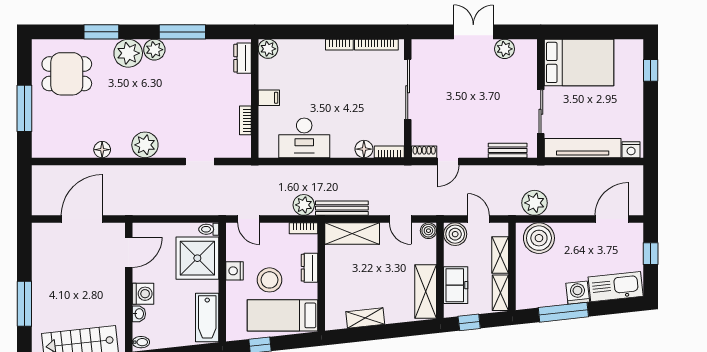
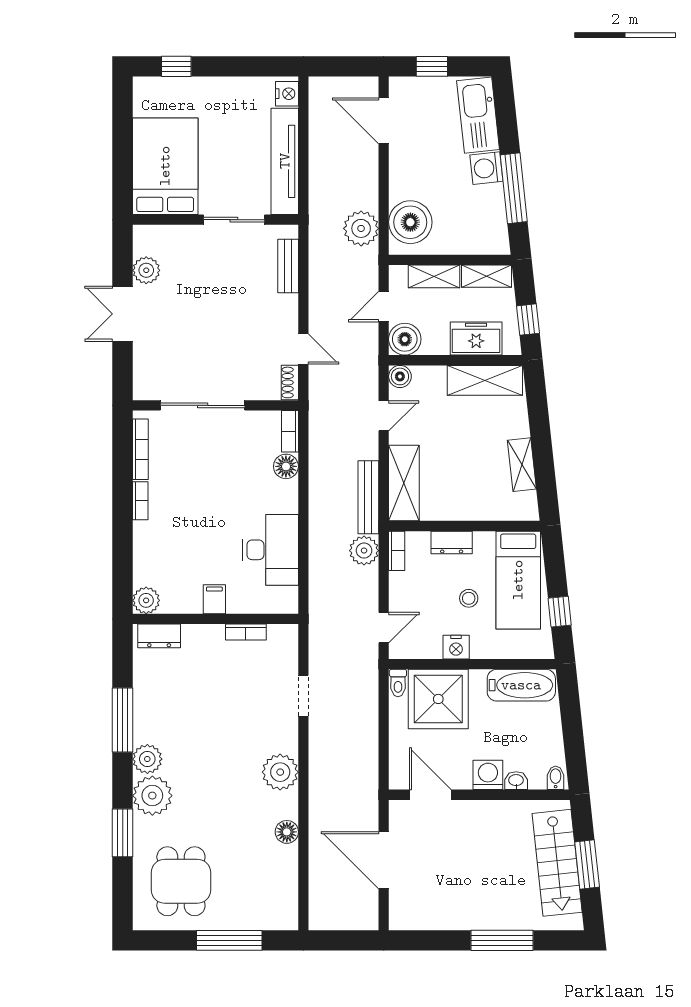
stool: (269, 280) -> (469, 598), width x0.53, depth x0.53

